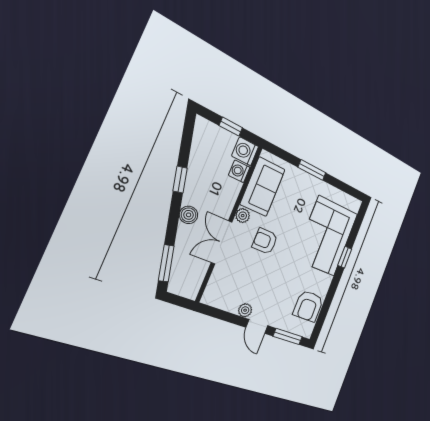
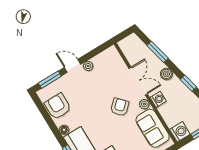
washing machine: (239, 171) -> (158, 99), moved
armchair: (265, 241) -> (120, 107), turned -43
window: (166, 263) -> (158, 52), moved
floor lamp: (326, 281) -> (64, 130), added

